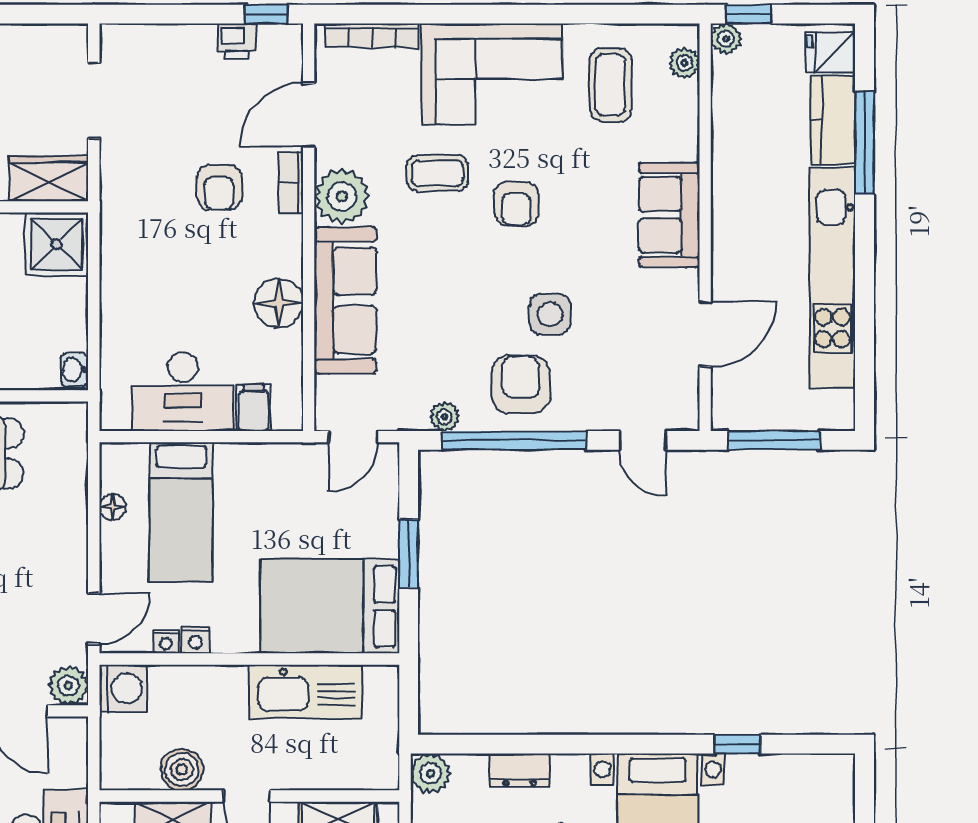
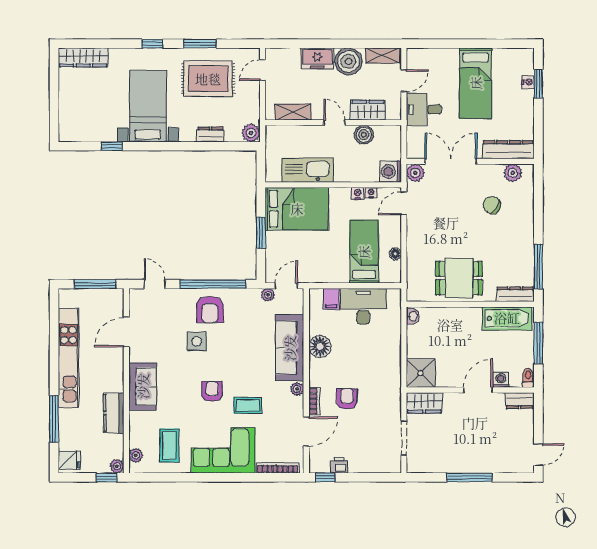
kitchen counter: (833, 120) -> (114, 413), moved, turned 180
plant: (342, 196) -> (297, 389), width x0.53, depth x0.53
plant: (444, 417) -> (268, 295), moved

